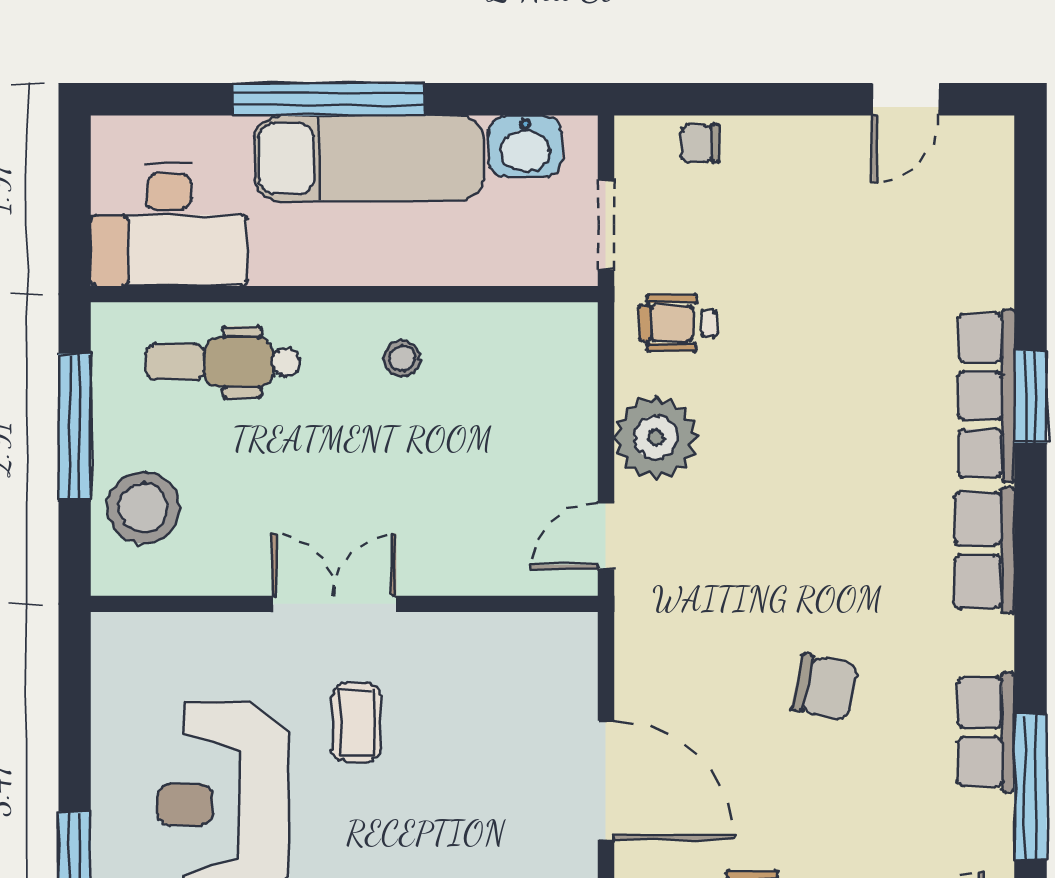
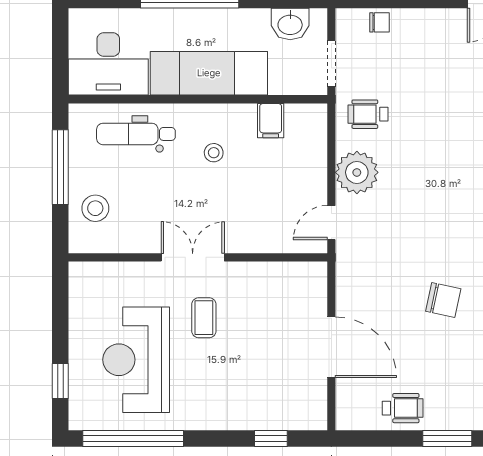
chair: (700, 143) -> (379, 22), turned 180
exam couch: (369, 158) -> (209, 73), moved, turned 180
filing cabinet: (487, 336) -> (271, 121), added
stool: (402, 358) -> (214, 153), moved
stool: (143, 508) -> (95, 208), width x0.73, depth x0.73

